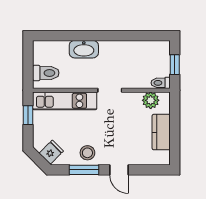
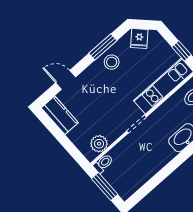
window: (175, 65) -> (105, 187), width x1.50
kitchen counter: (161, 132) -> (60, 115), moved
door: (119, 170) -> (66, 80), moved

